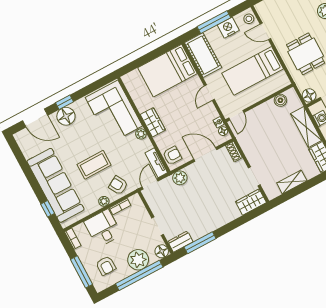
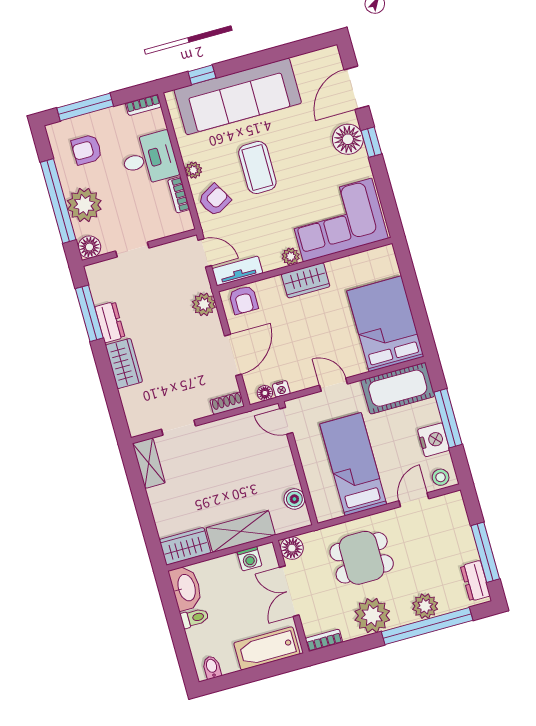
shelving: (292, 182) -> (149, 463), moved
wardrobe: (251, 202) -> (124, 364), moved
dresser: (180, 242) -> (110, 322), moved

